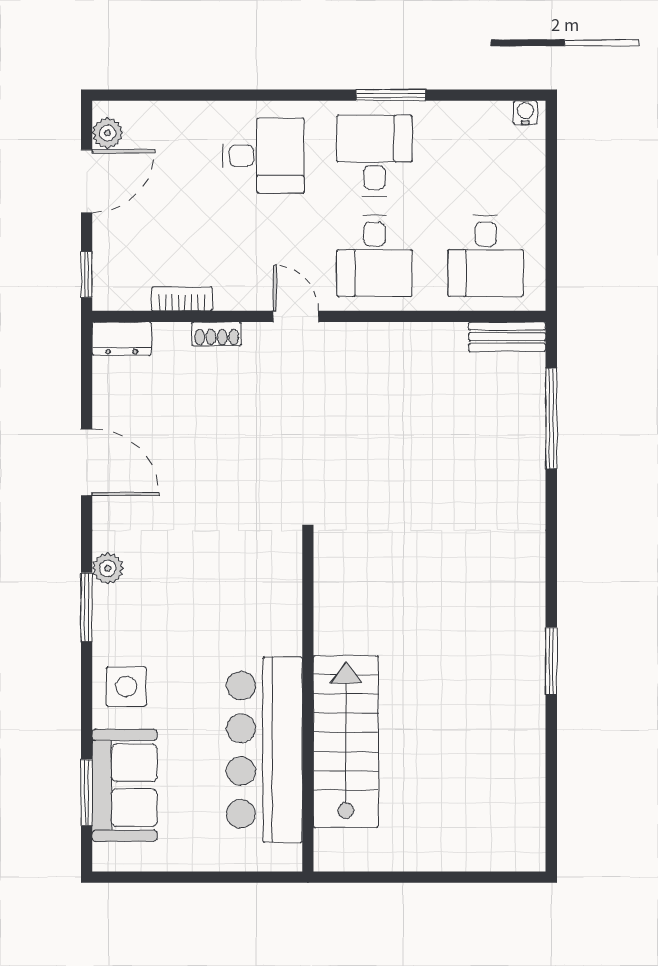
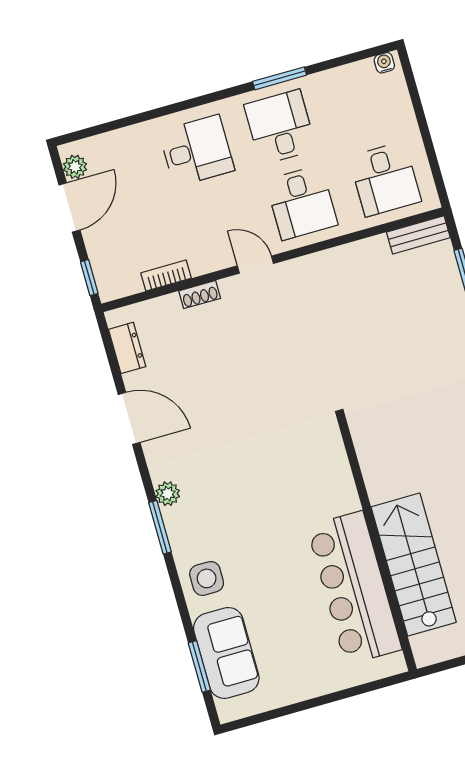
dresser: (122, 339) -> (127, 348), moved, turned -90
wall: (308, 704) -> (377, 544), moved
stairs: (346, 742) -> (414, 565), moved
bar counter: (264, 750) -> (354, 588), moved

